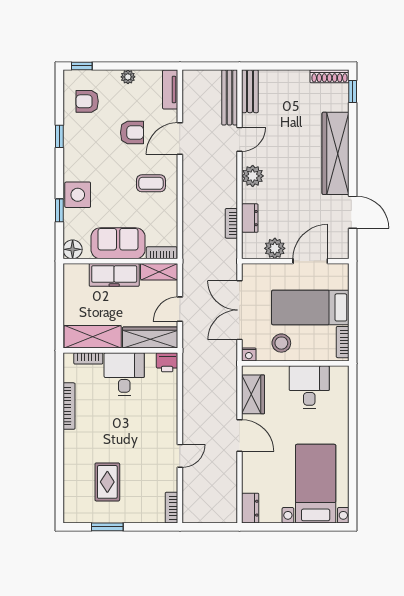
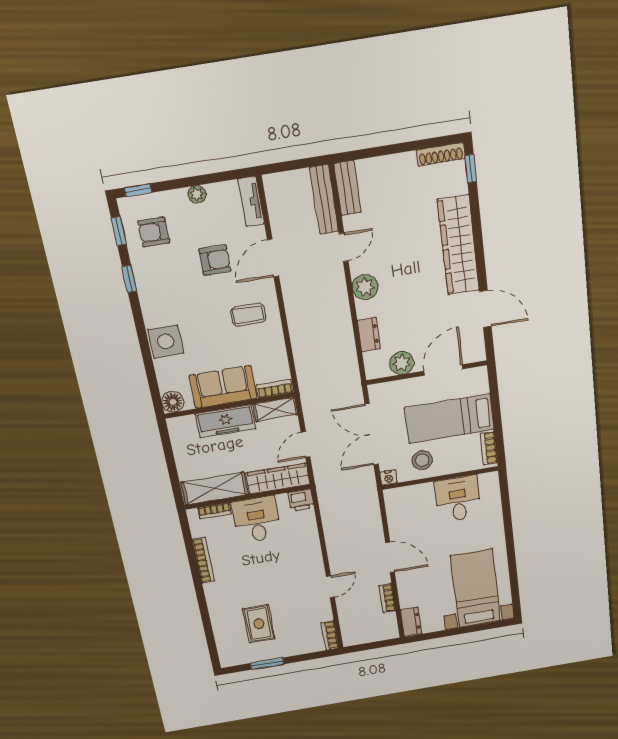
window: (59, 210) -> (119, 231), moved
bookcase: (231, 223) -> (387, 598), moved
wardrobe: (253, 394) -> (399, 516), removed

